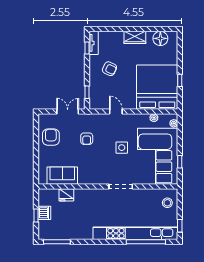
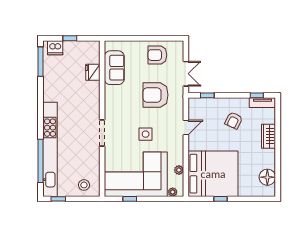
wardrobe: (135, 37) -> (269, 136), moved
armchair: (51, 137) -> (157, 55), turned 180
armchair: (87, 139) -> (156, 95), width x1.88, depth x1.88
dishwasher: (44, 213) -> (55, 48), moved

